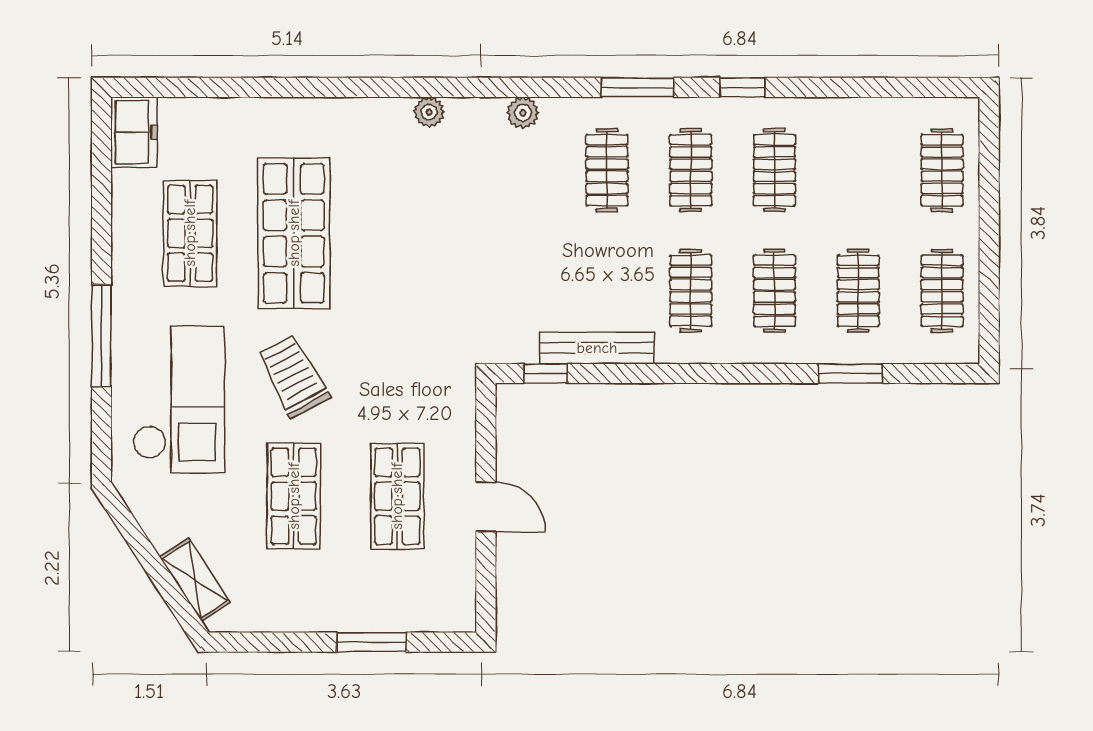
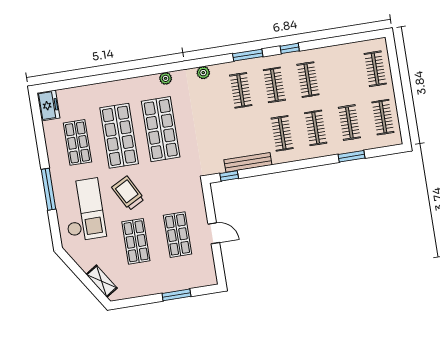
shop shelf: (397, 233) -> (161, 129), added

